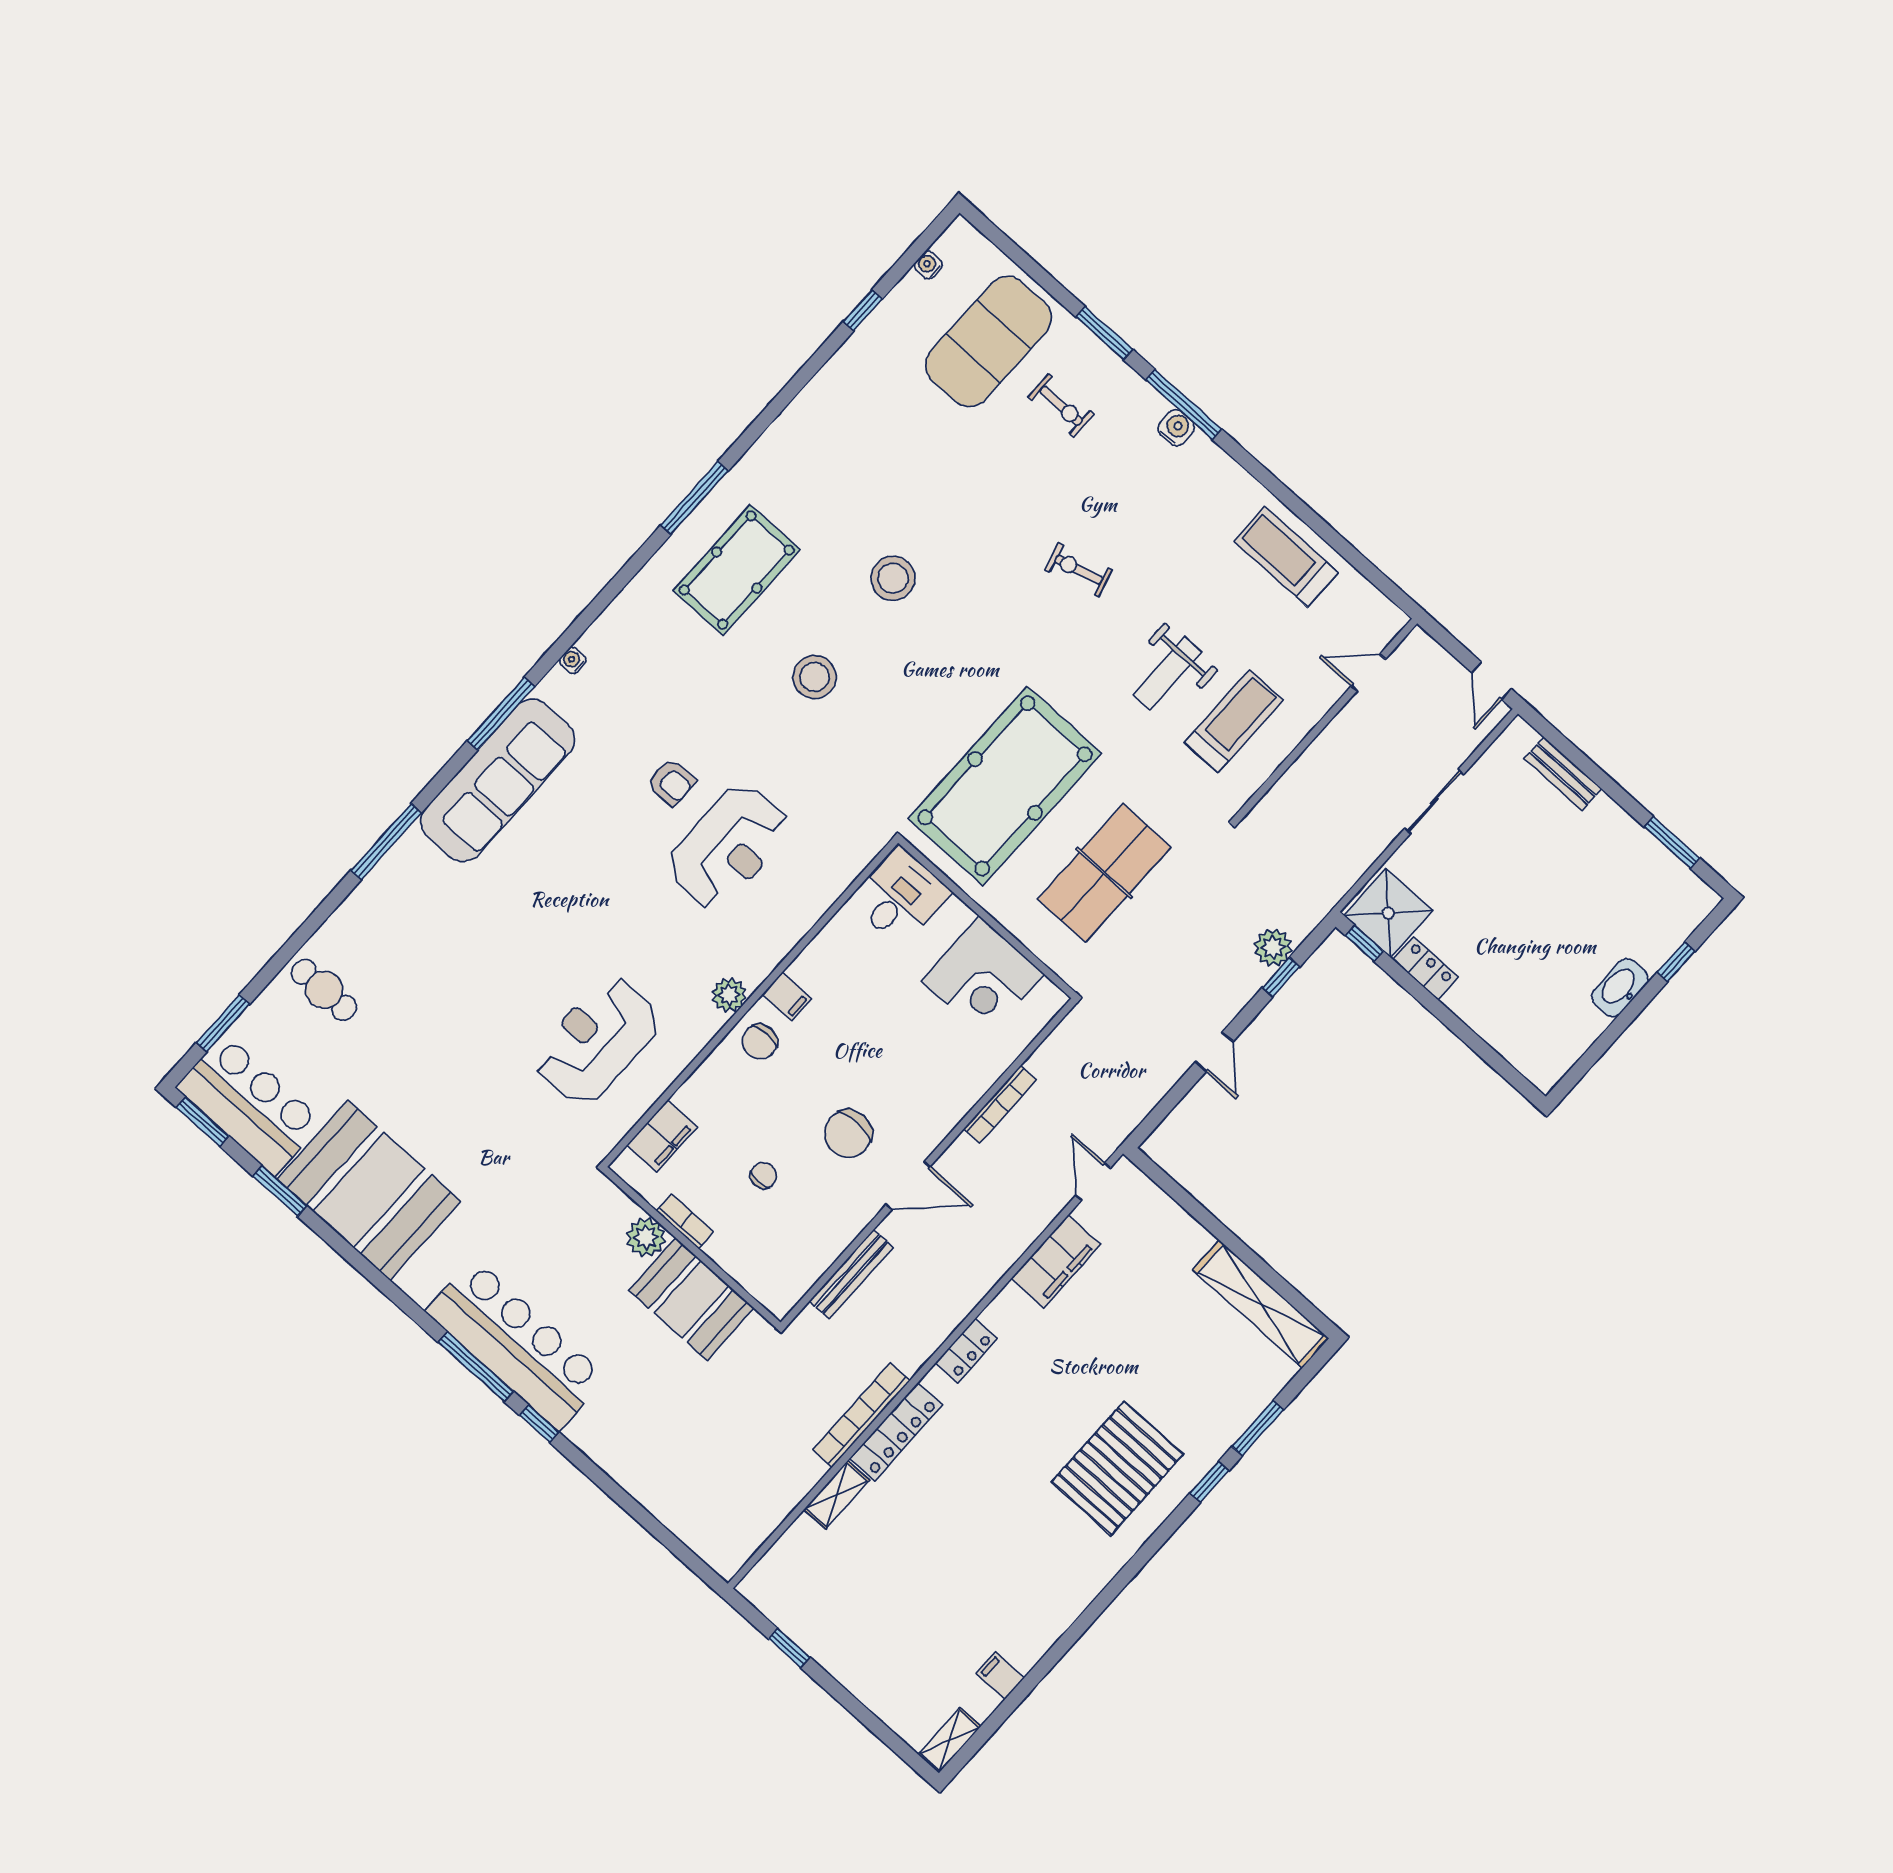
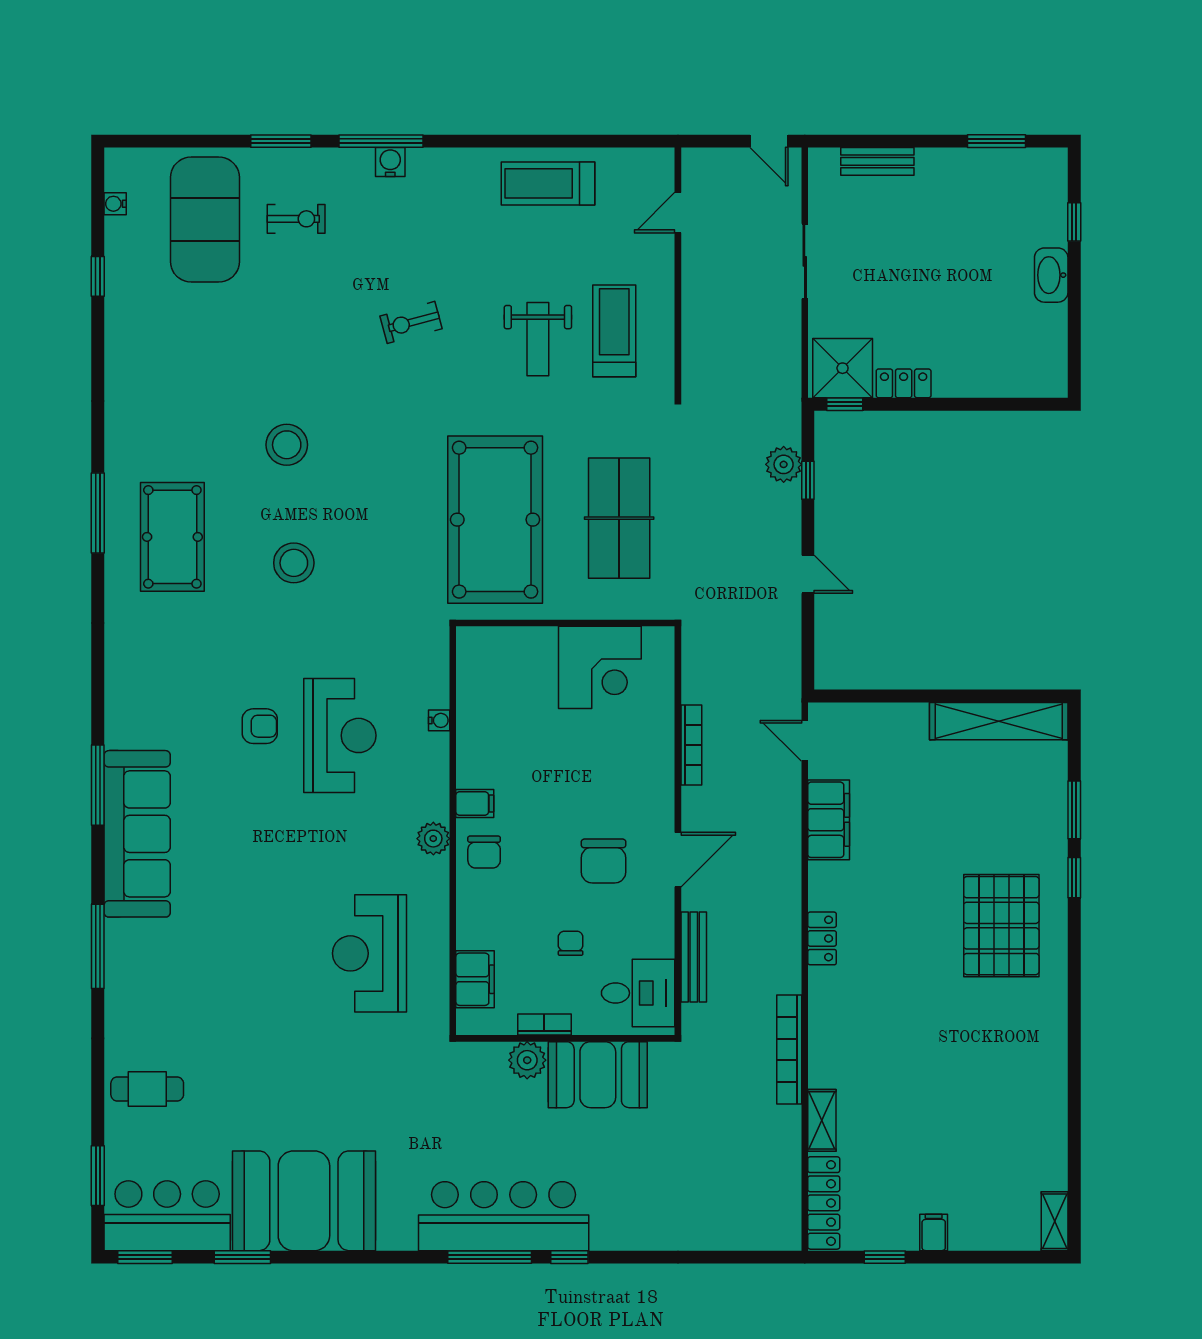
water cooler: (573, 660) -> (439, 720), moved, turned 180
desk: (900, 897) -> (638, 993), moved, turned 90
locker: (896, 1432) -> (824, 1203), moved
filing cabinet: (1000, 1676) -> (934, 1232), moved, turned 90

